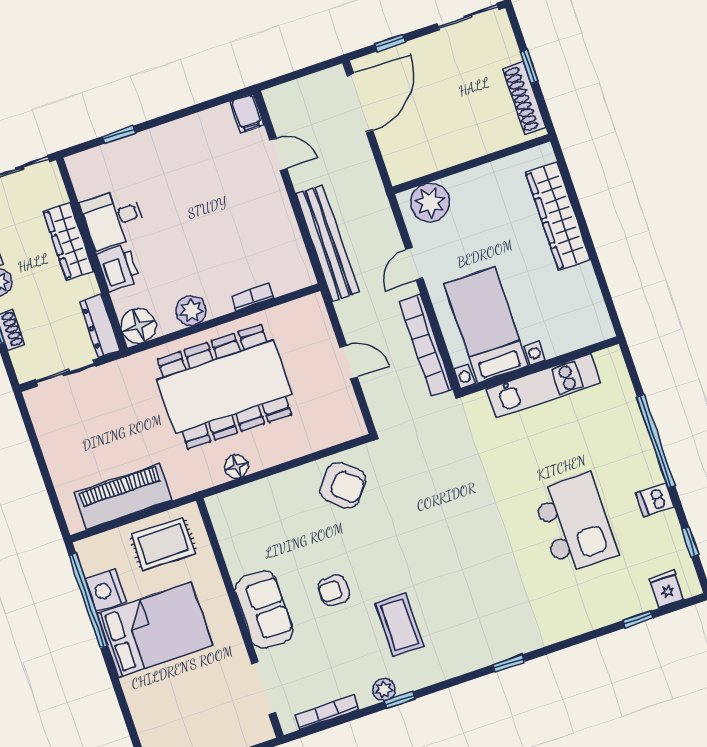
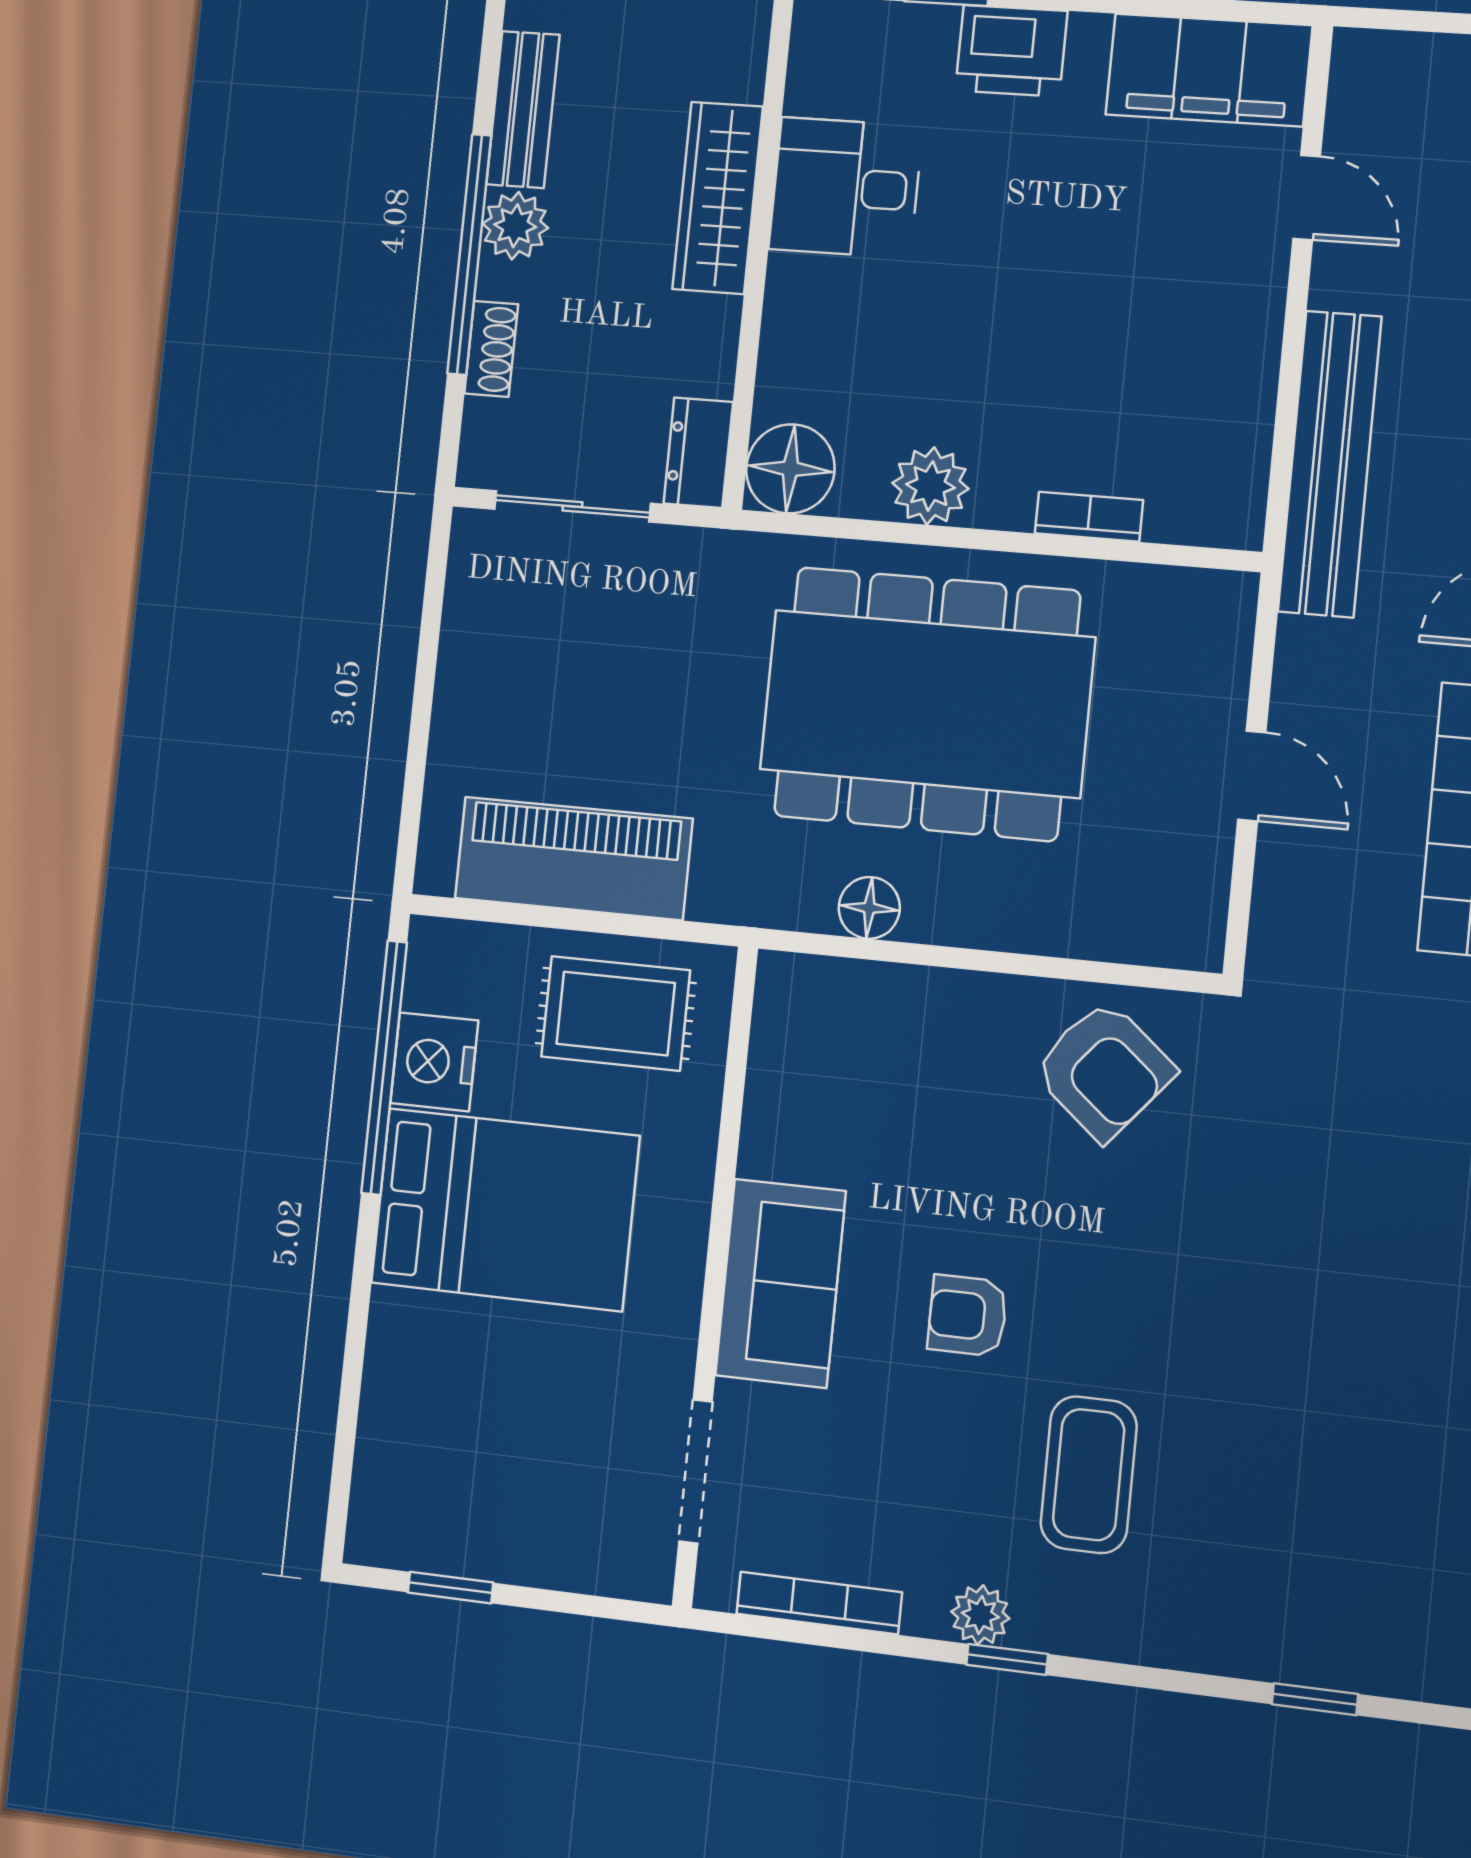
filing cabinet: (247, 113) -> (1209, 70), width x3.00, depth x1.17
printer: (118, 267) -> (1011, 51), moved, turned 90
dresser: (100, 326) -> (698, 453), width x0.70

